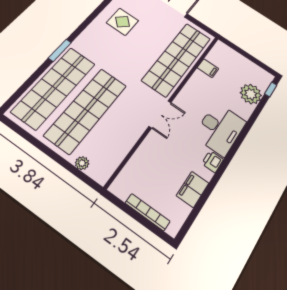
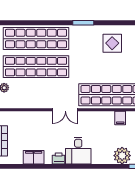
window: (60, 50) -> (83, 23), moved
desk: (220, 129) -> (78, 151), width x0.73

